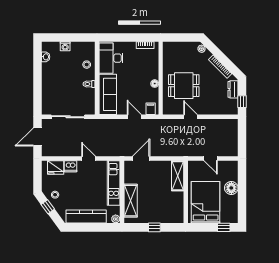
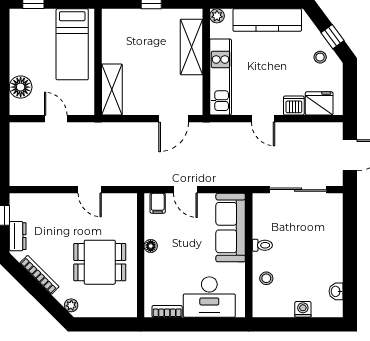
desk: (111, 58) -> (209, 297), moved, turned 90
dining table: (184, 86) -> (100, 262), moved
floor lamp: (231, 188) -> (21, 87), moved
bed: (206, 202) -> (72, 44), width x0.67

